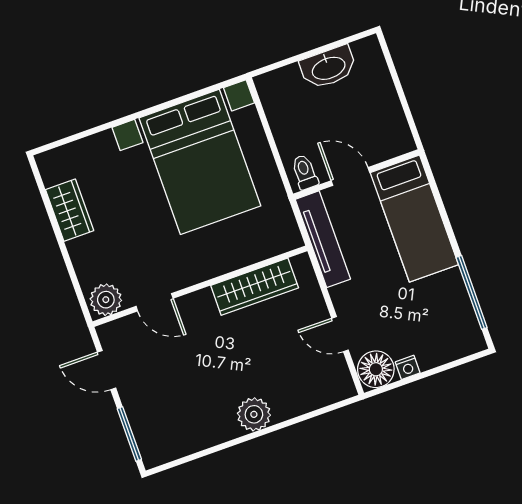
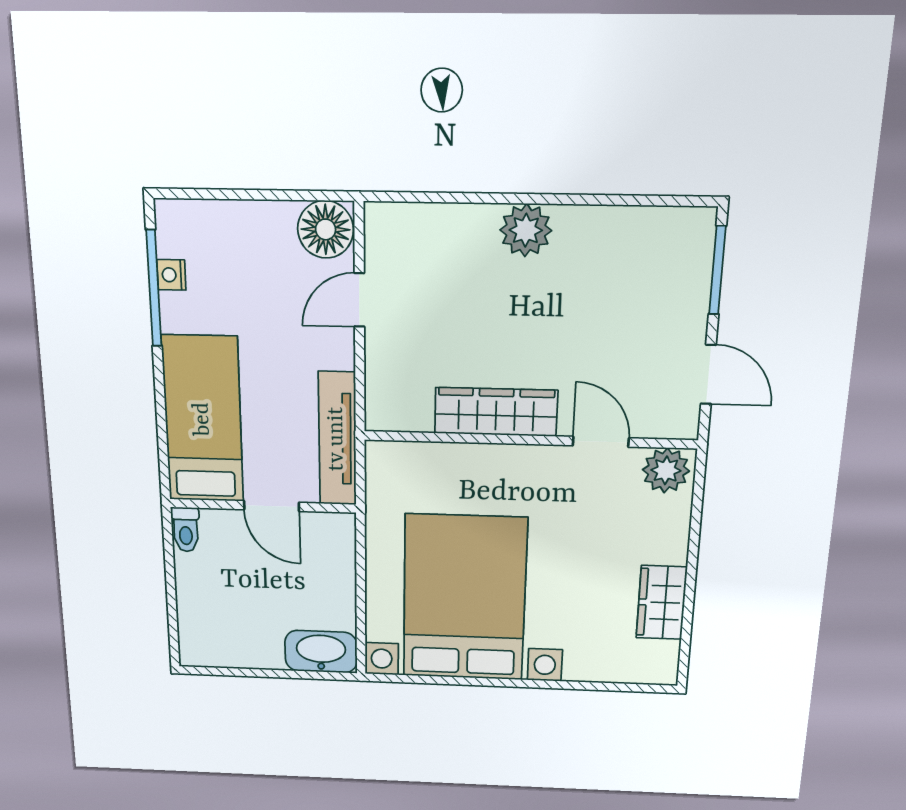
washbasin: (328, 67) -> (321, 652), moved
toilet: (305, 172) -> (186, 529), moved
wardrobe: (255, 287) -> (496, 412), moved
door: (340, 334) -> (359, 300), swing flipped
nightstand: (408, 367) -> (171, 275), moved, turned -90

